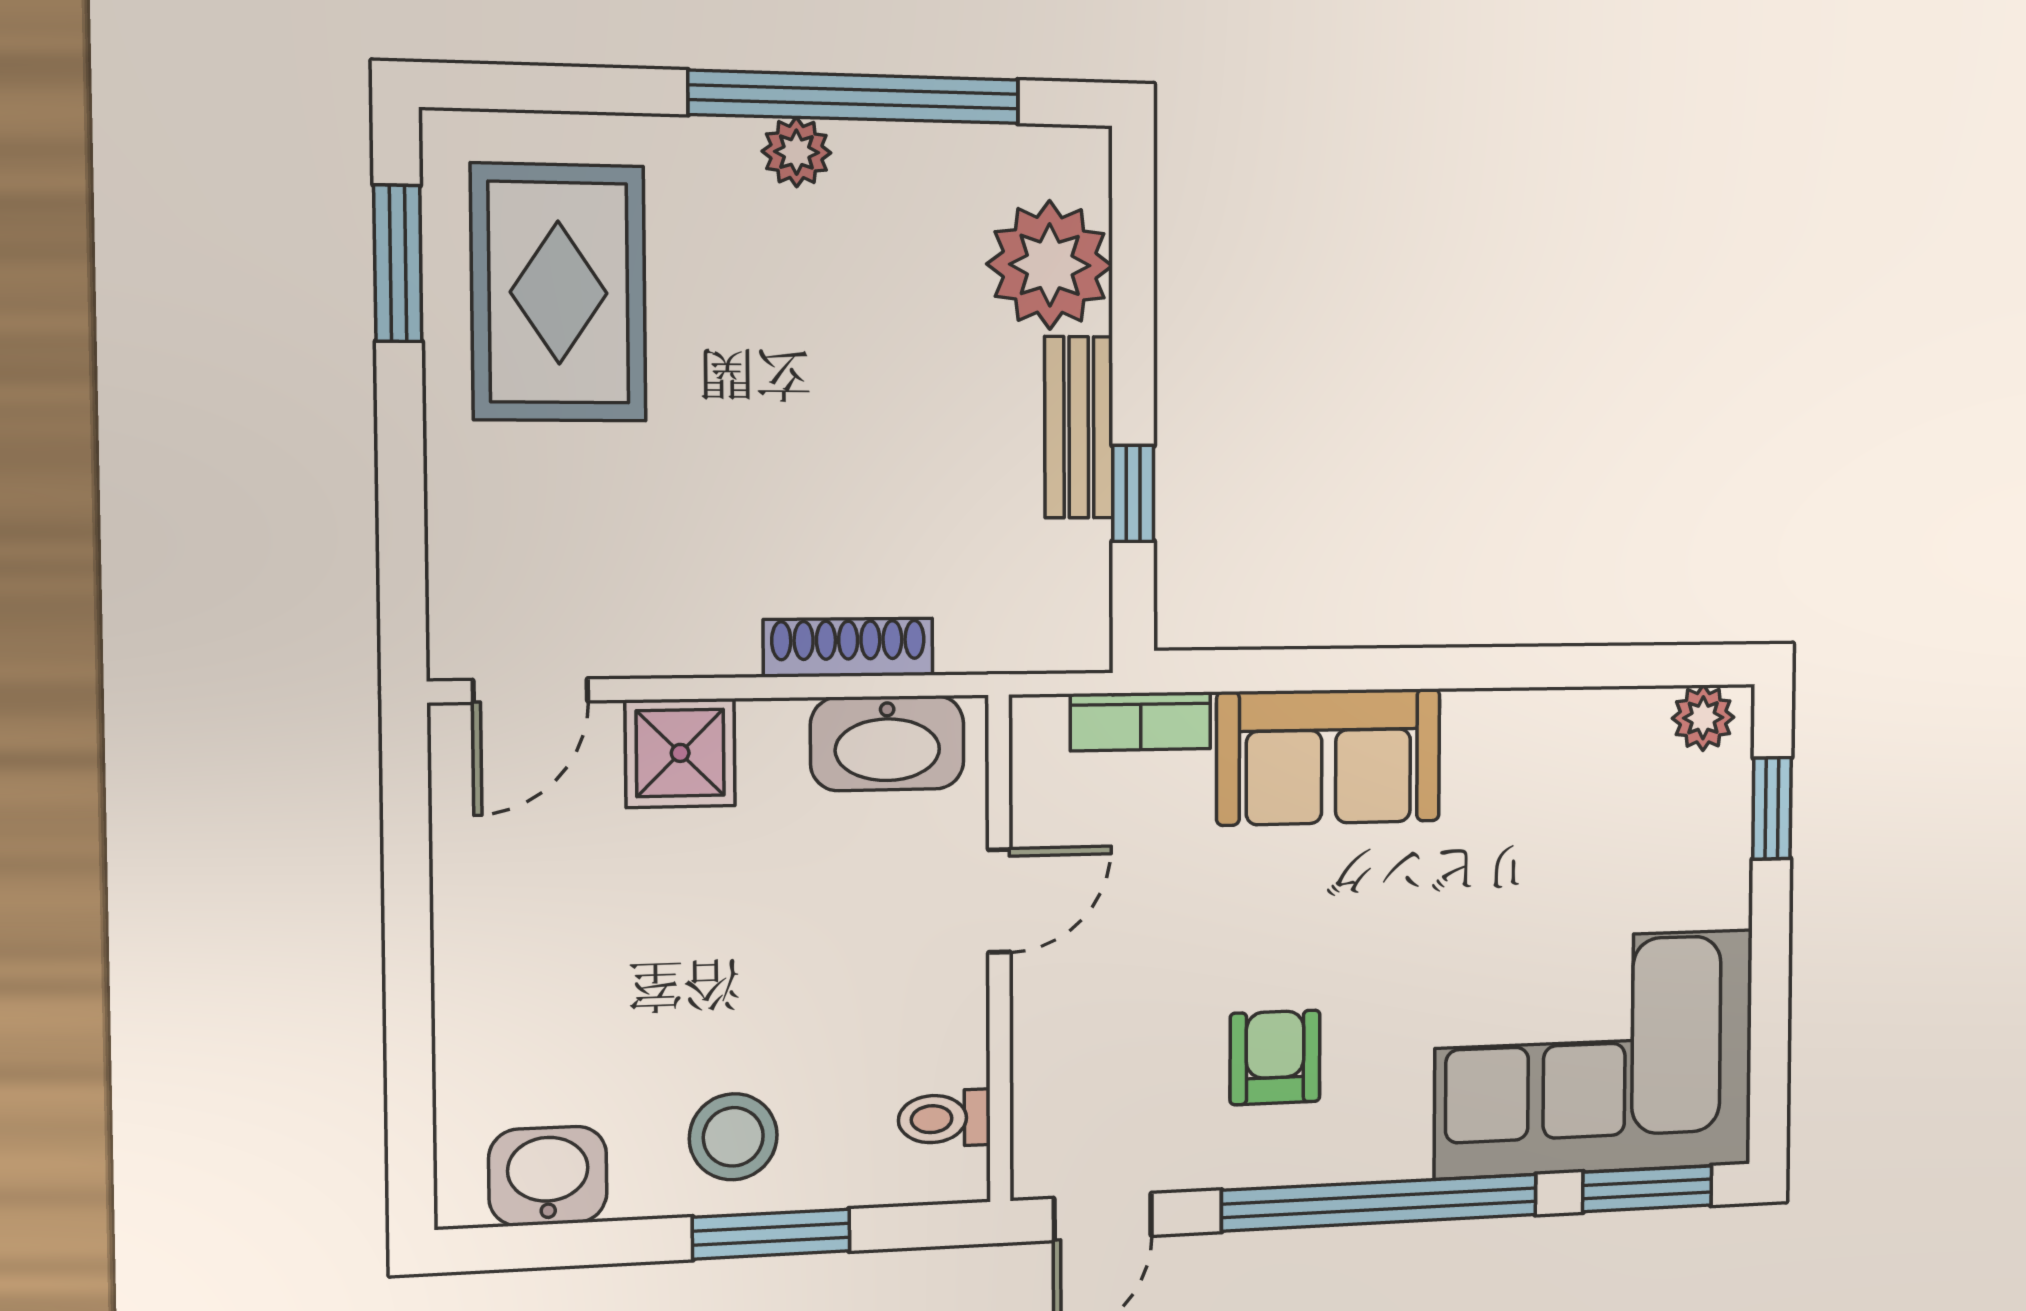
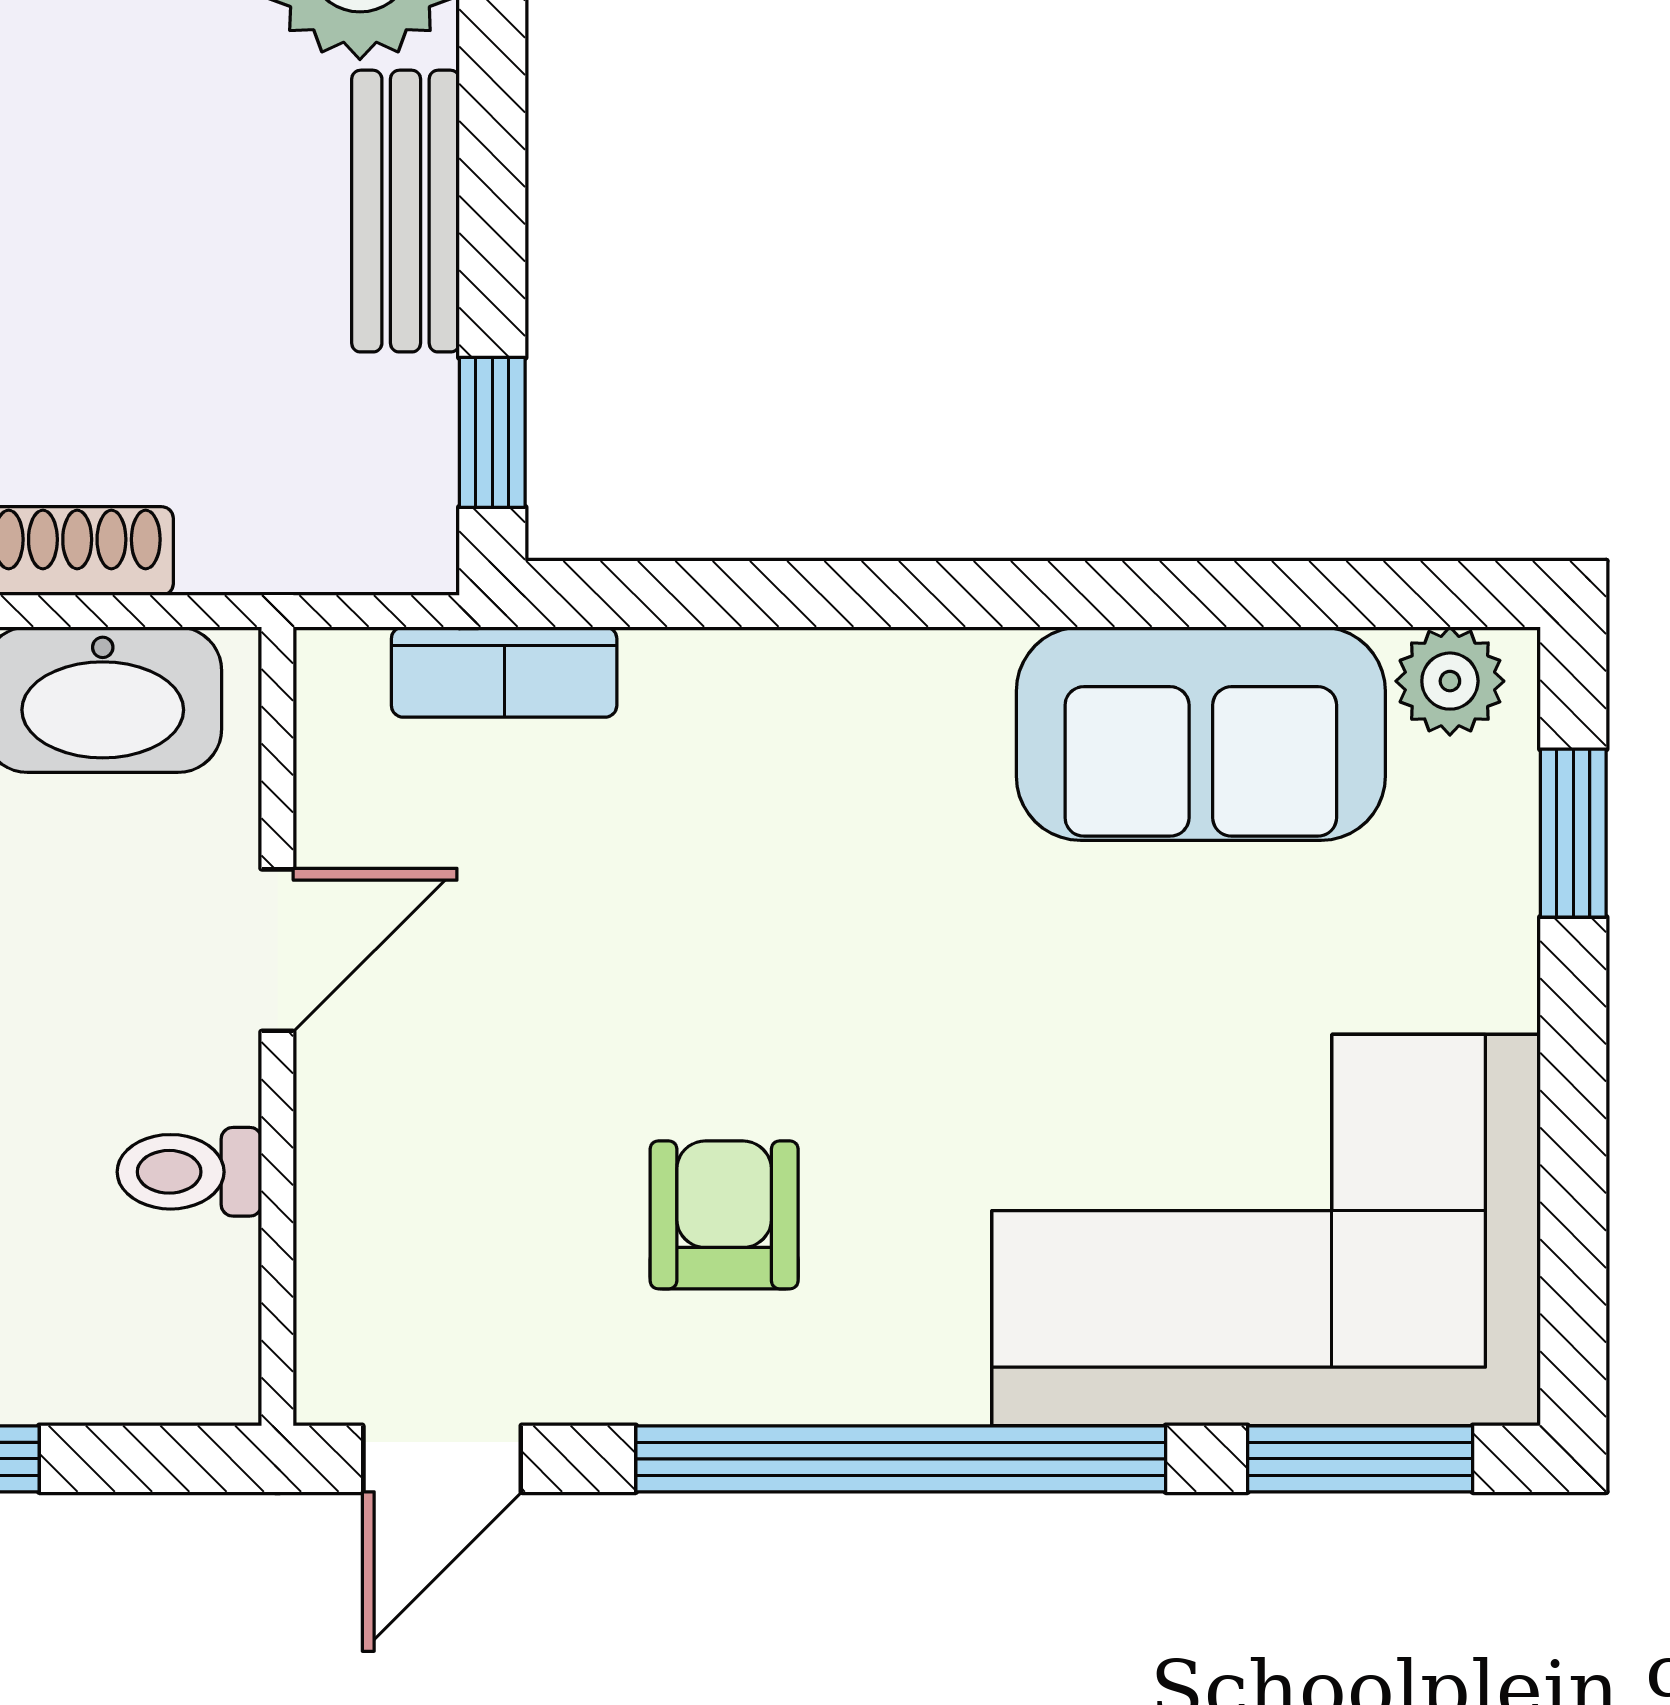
window: (1133, 493) -> (492, 432), moved
sofa: (1329, 757) -> (1201, 734), moved
toilet: (944, 1119) -> (189, 1172), moved

